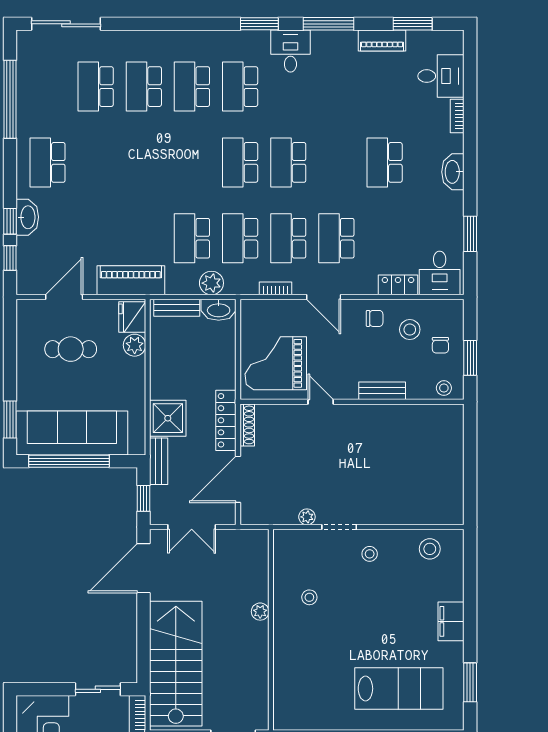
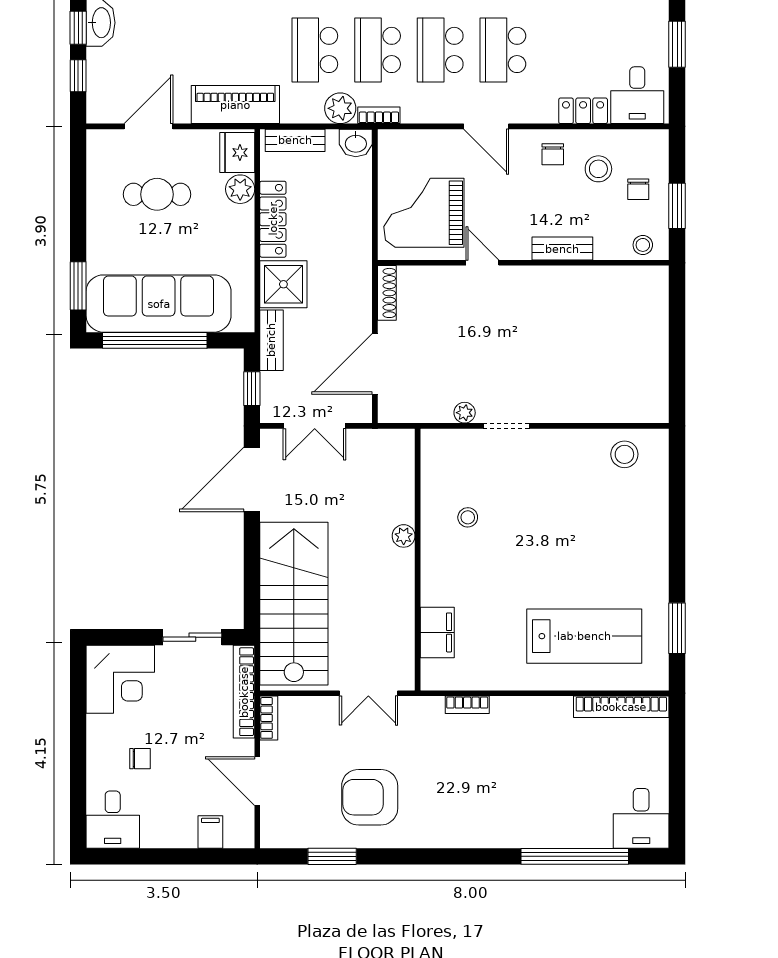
bookcase: (275, 288) -> (379, 115), moved
washbasin: (219, 310) -> (356, 143), width x0.72
chair: (375, 318) -> (553, 154), turned 90
locker: (226, 420) -> (273, 219), moved, turned 180
stool: (370, 554) -> (546, 461), removed
filing cabinet: (451, 621) -> (437, 632), moved, turned 180

